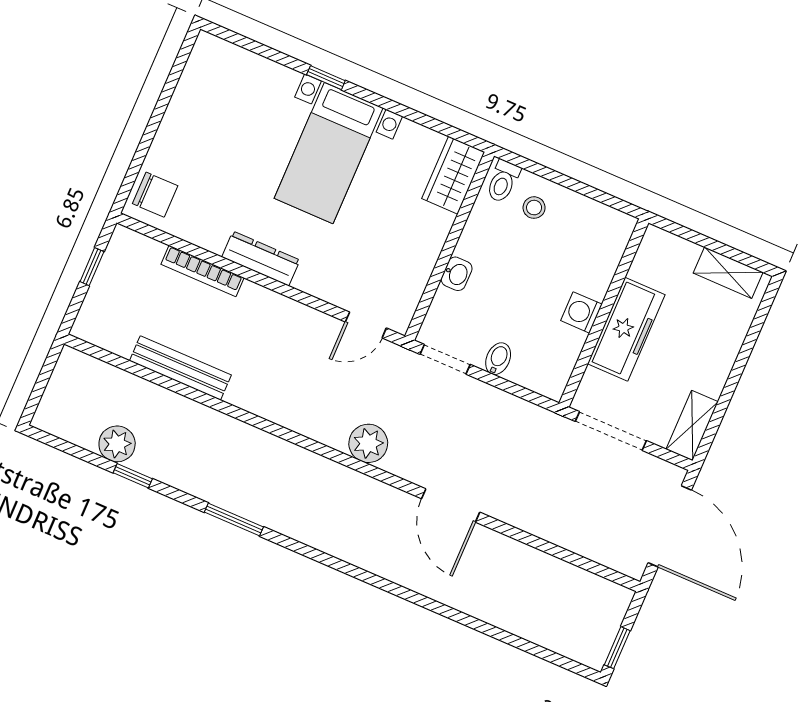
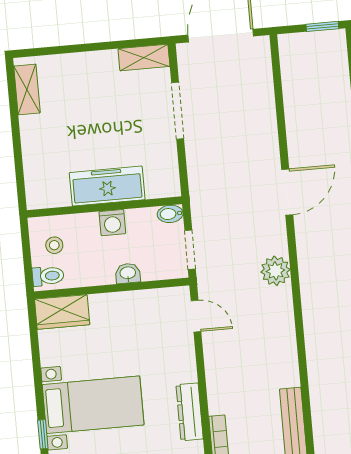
washing machine: (581, 312) -> (112, 223), moved
wall: (604, 313) -> (104, 207), moved
freezer: (626, 329) -> (107, 186), moved

